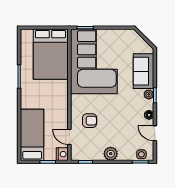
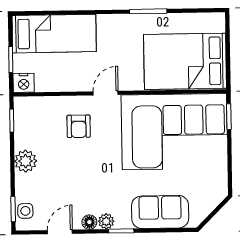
plant: (149, 94) -> (106, 221), moved
door: (69, 137) -> (106, 93), moved

